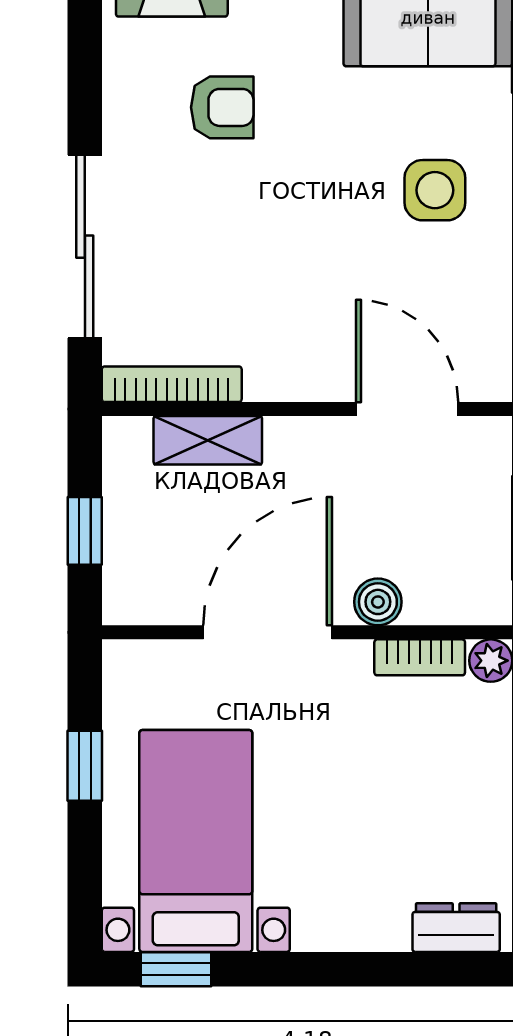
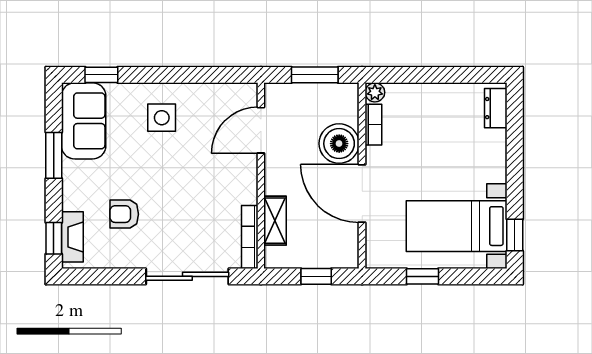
armchair: (222, 107) -> (124, 214), turned -90
boiler: (378, 602) -> (339, 144), width x1.86, depth x1.86

